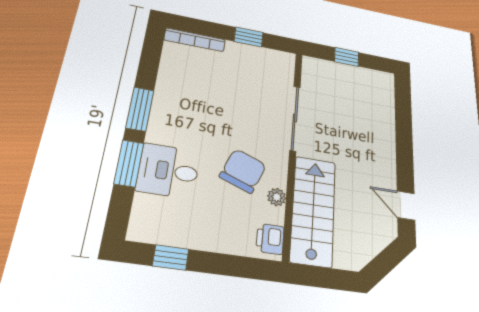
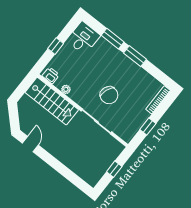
desk: (168, 171) -> (83, 38), moved
chair: (243, 171) -> (109, 95), moved
door: (406, 206) -> (30, 144), hinge flipped
window: (171, 258) -> (56, 46), moved

